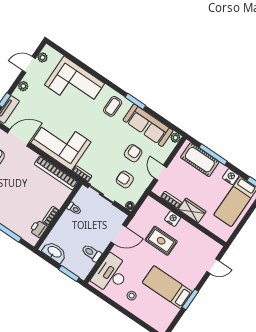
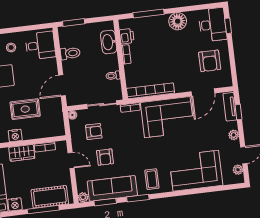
window: (162, 120) -> (105, 202), added
nightstand: (173, 219) -> (15, 136), moved
washbasin: (54, 252) -> (109, 42), moved, turned 90
desk: (111, 274) -> (40, 45), width x0.73

